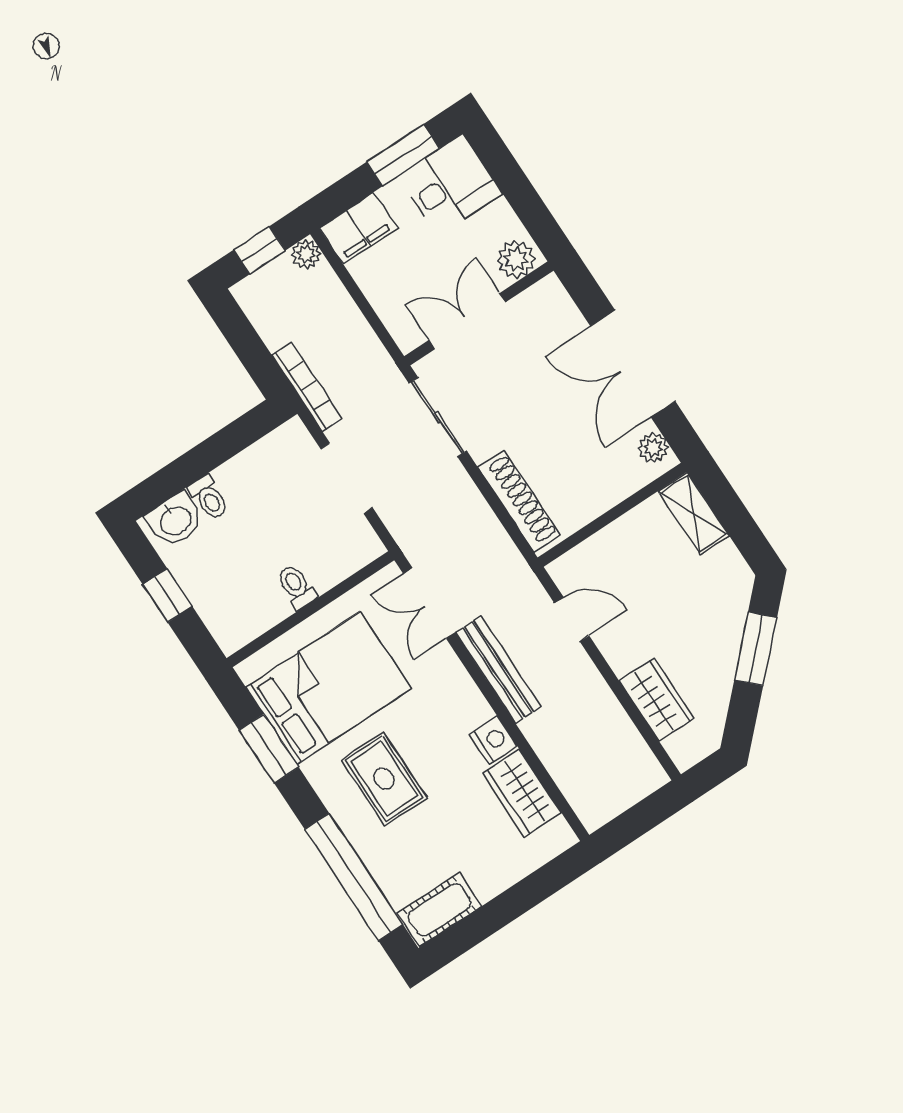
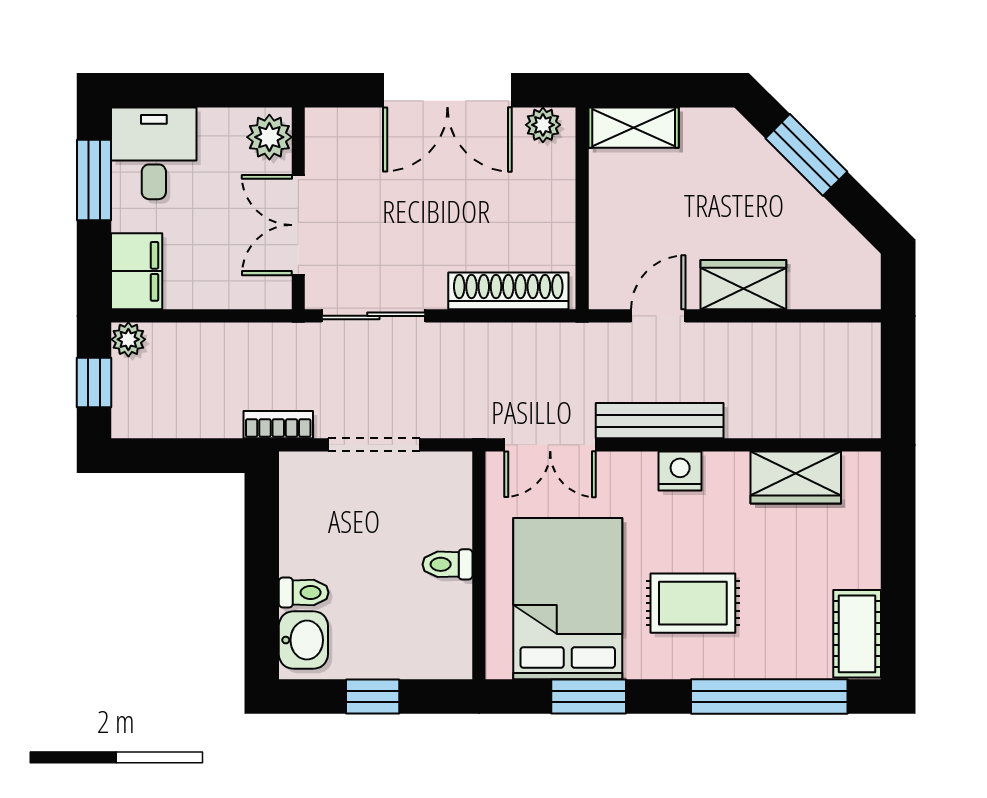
bookcase: (307, 387) -> (278, 425), width x0.64
wardrobe: (657, 700) -> (743, 285), moved
nightstand: (493, 740) -> (680, 471), moved

